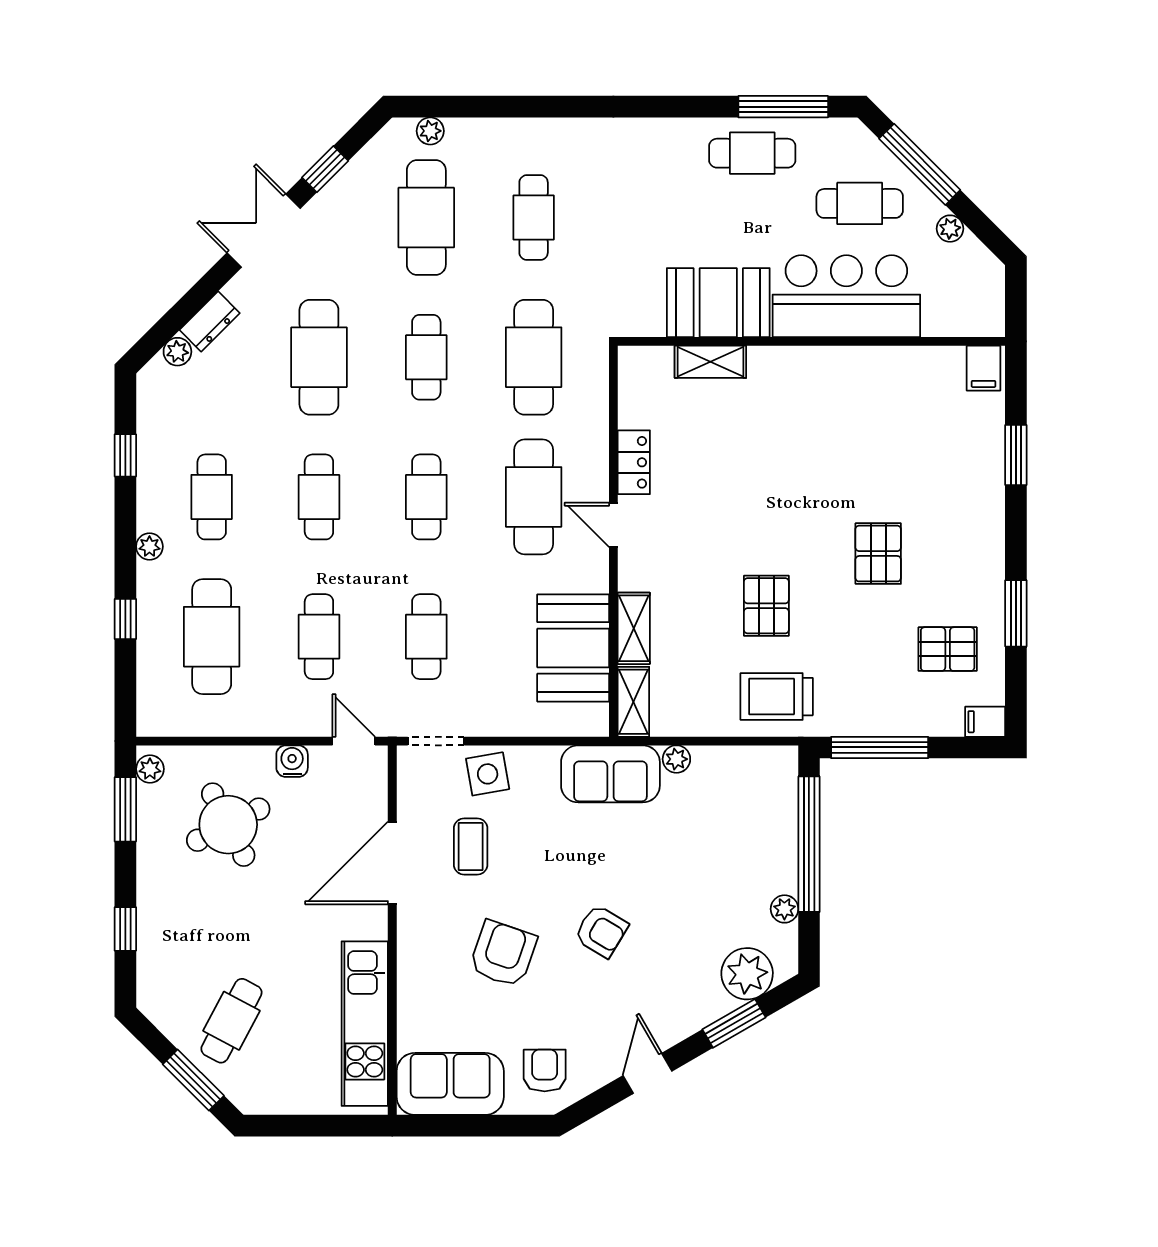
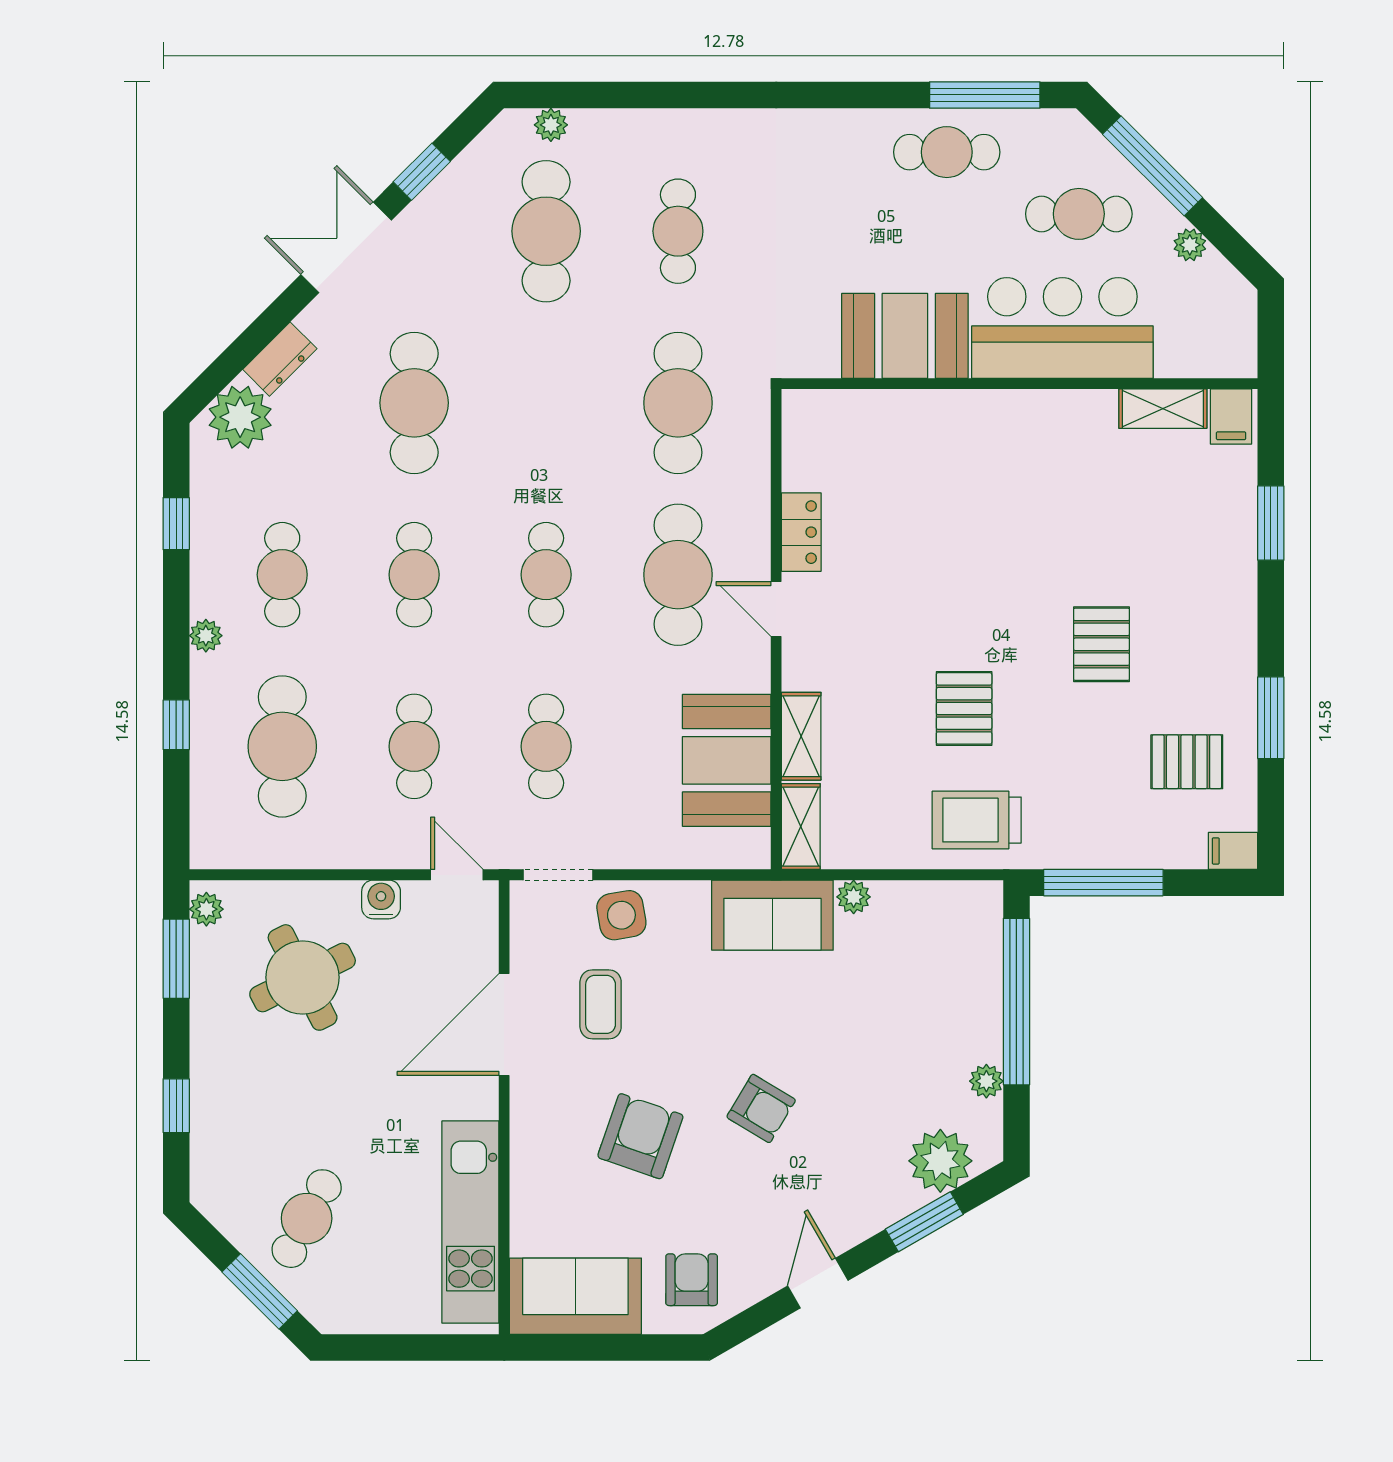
plant: (177, 352) -> (240, 417), width x1.88, depth x1.88
cafe table: (426, 357) -> (546, 403), removed
shelving: (710, 362) -> (1163, 409), moved

